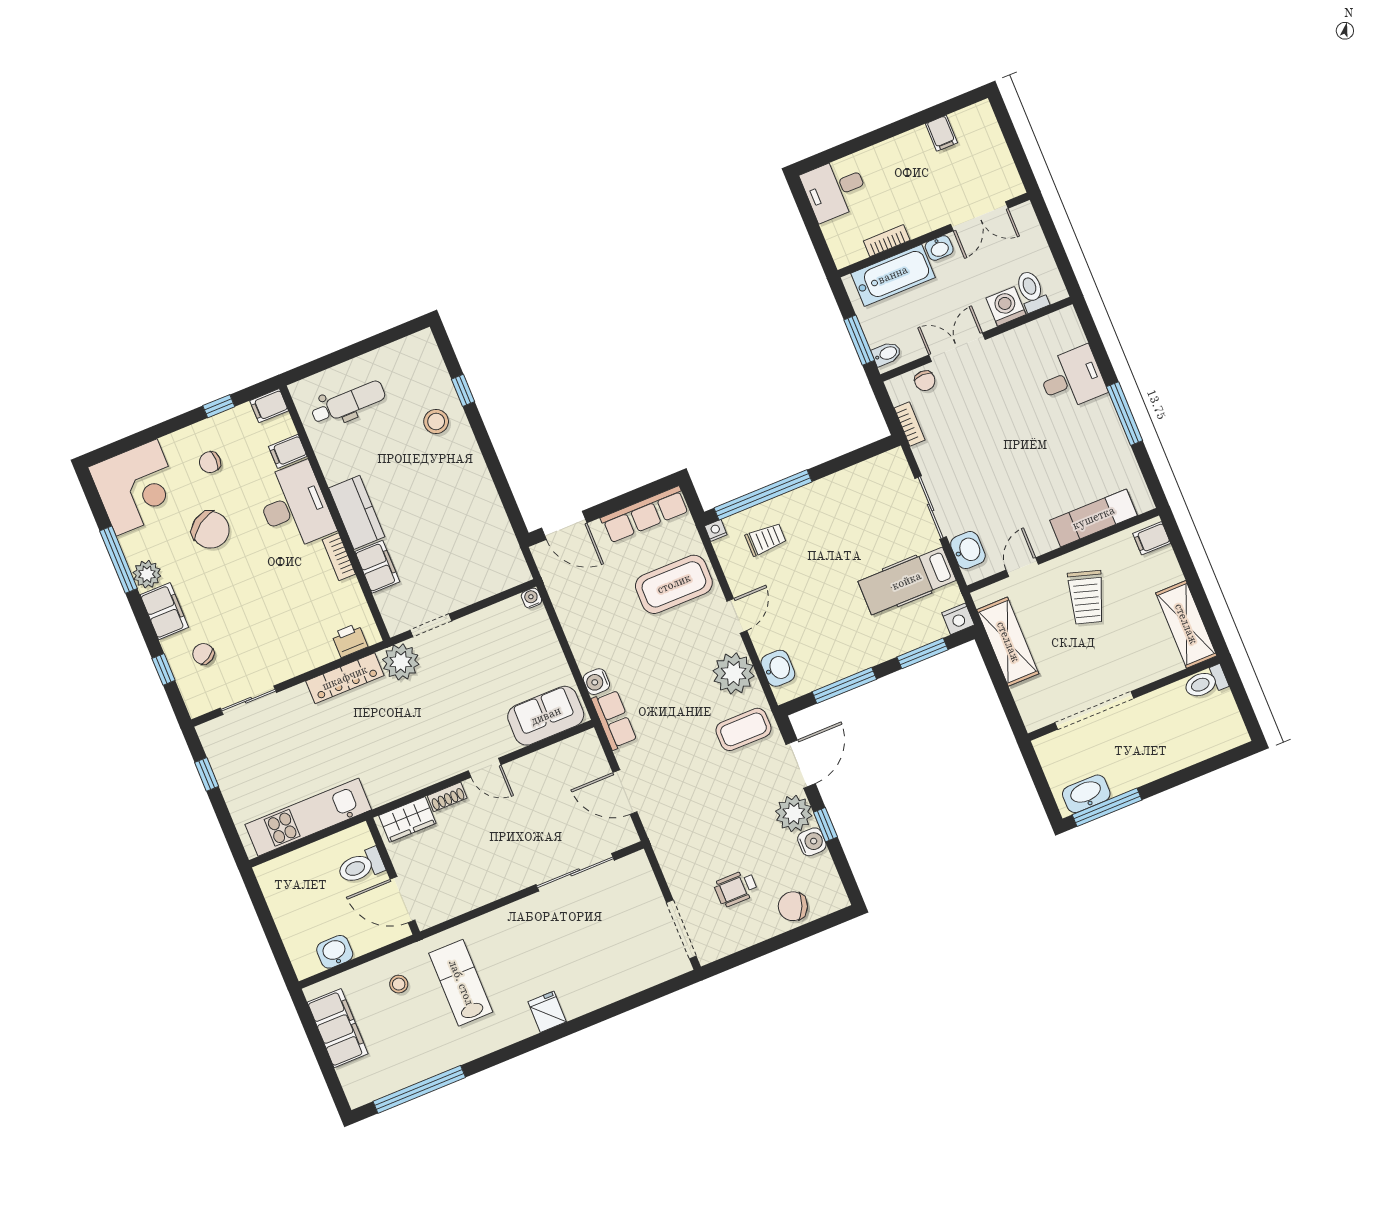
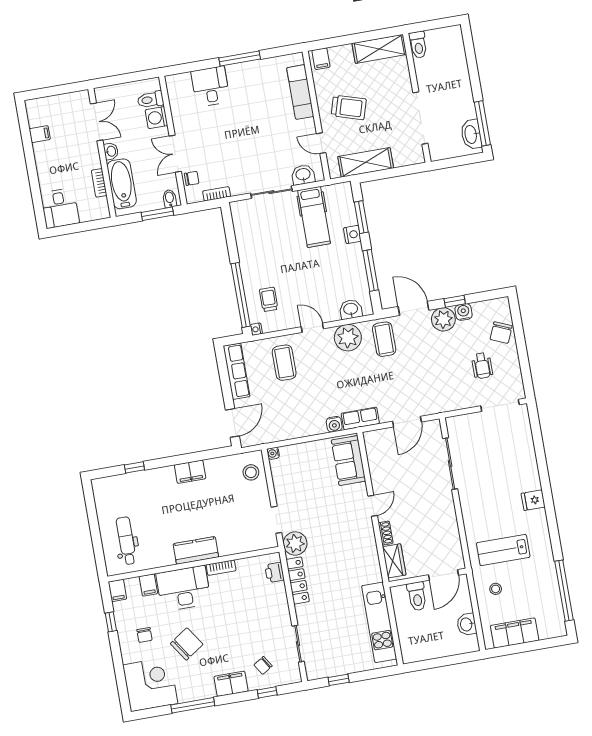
stool: (436, 422) -> (251, 472), moved
filing cabinet: (377, 567) -> (190, 472), moved, turned 180
plant: (147, 574) -> (206, 690), removed
coffee table: (674, 584) -> (284, 363), width x0.73, depth x0.76
nightstand: (958, 619) -> (352, 234), moved

